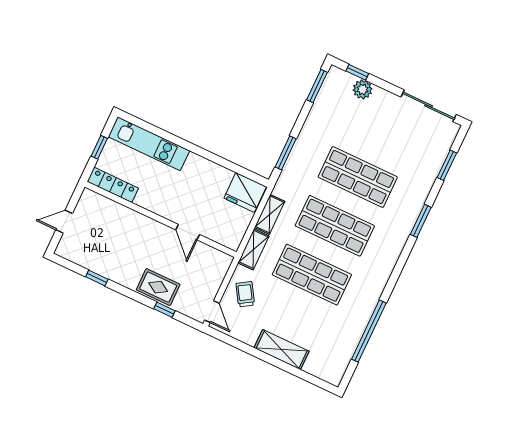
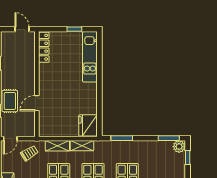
plant: (363, 89) -> (179, 147), moved
locker: (113, 185) -> (44, 47), moved
wall: (161, 219) -> (37, 84), moved
door: (188, 232) -> (37, 103), moved

